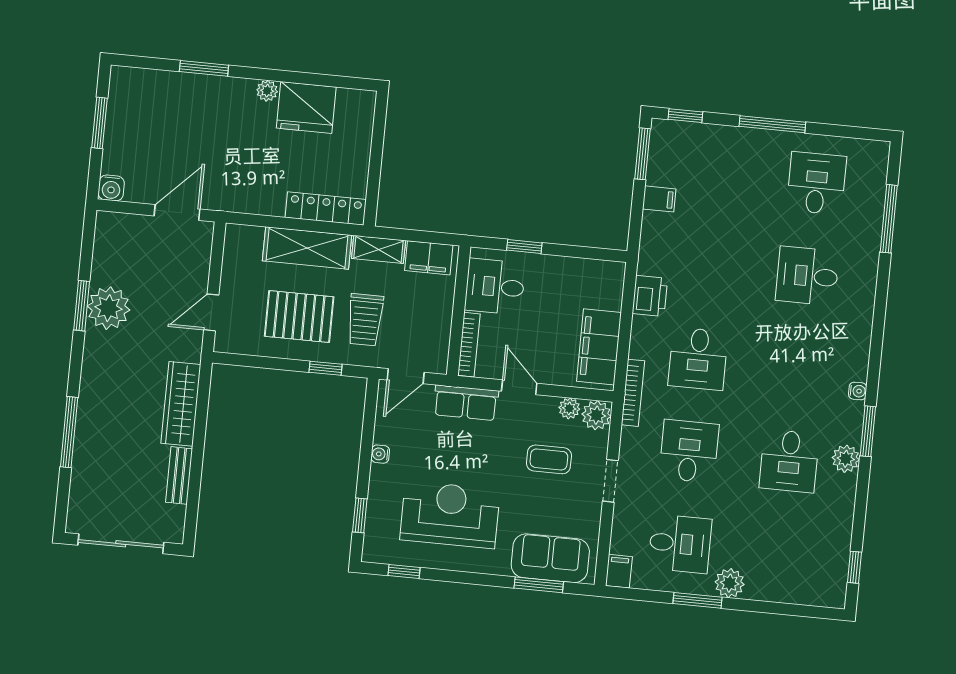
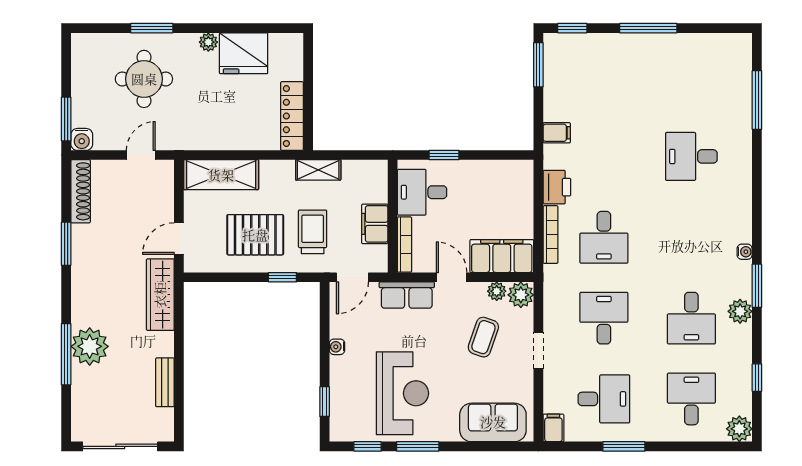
window: (99, 123) -> (66, 119), moved
round table: (189, 126) -> (144, 79), added
desk: (816, 183) -> (691, 399), moved
filing cabinet: (659, 199) -> (557, 133), moved
locker: (326, 209) -> (292, 116), moved, turned -90
door: (177, 212) -> (141, 155), width x0.73
shoe rack: (104, 247) -> (81, 191), added
shelving: (307, 248) -> (221, 175), moved
filing cabinet: (429, 258) -> (375, 224), moved, turned 90
plant: (109, 308) -> (90, 346), moved
trolley: (365, 320) -> (313, 232), turned 180
filing cabinet: (599, 347) -> (502, 256), moved, turned 90
bookcase: (633, 393) -> (550, 235), moved
wardrobe: (181, 404) -> (160, 295), moved
coffee table: (549, 459) -> (483, 337), turned -71
reception desk: (450, 515) -> (402, 393), turned 90
window: (855, 567) -> (757, 378), moved
plant: (730, 583) -> (739, 429), moved
window: (539, 585) -> (418, 446), moved

